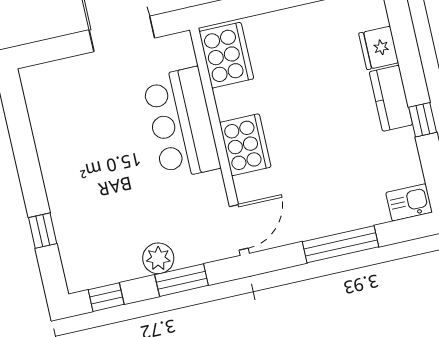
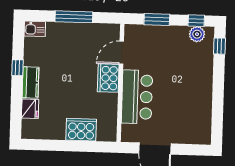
cooker: (226, 55) -> (81, 130), moved, turned 90
door: (239, 227) -> (121, 53), moved
window: (43, 231) -> (220, 46), moved
plant: (158, 258) -> (197, 34), moved

